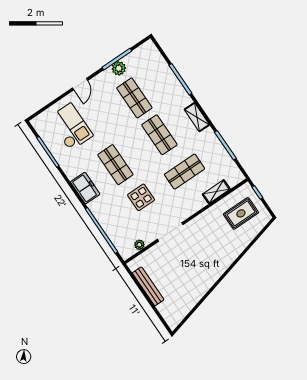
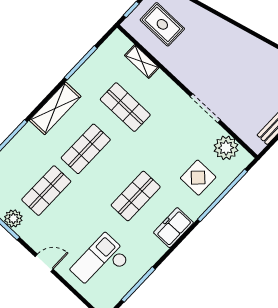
shelving: (197, 117) -> (55, 108), width x1.50, depth x1.33
display table: (141, 197) -> (198, 178), moved
plant: (139, 245) -> (226, 148), width x1.88, depth x1.88

